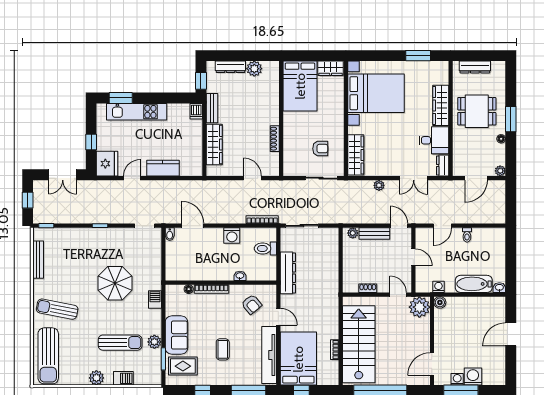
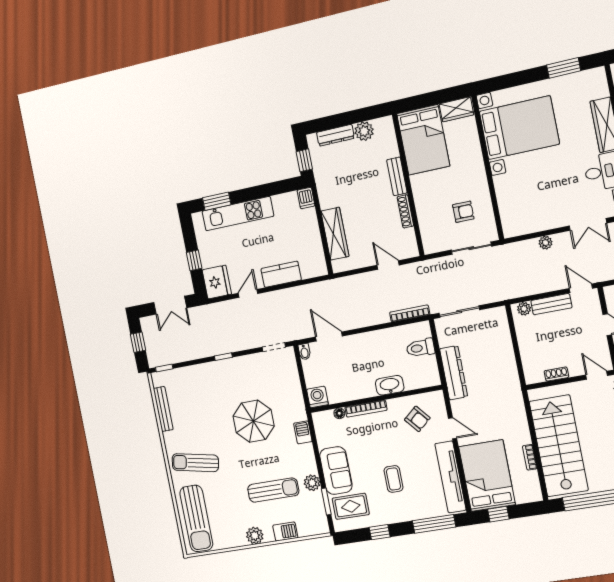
bench: (212, 108) -> (397, 176), moved
wardrobe: (356, 155) -> (509, 211), removed
washing machine: (232, 236) -> (317, 397), moved, turned 180
washbasin: (240, 276) -> (390, 385), width x1.91, depth x1.45

